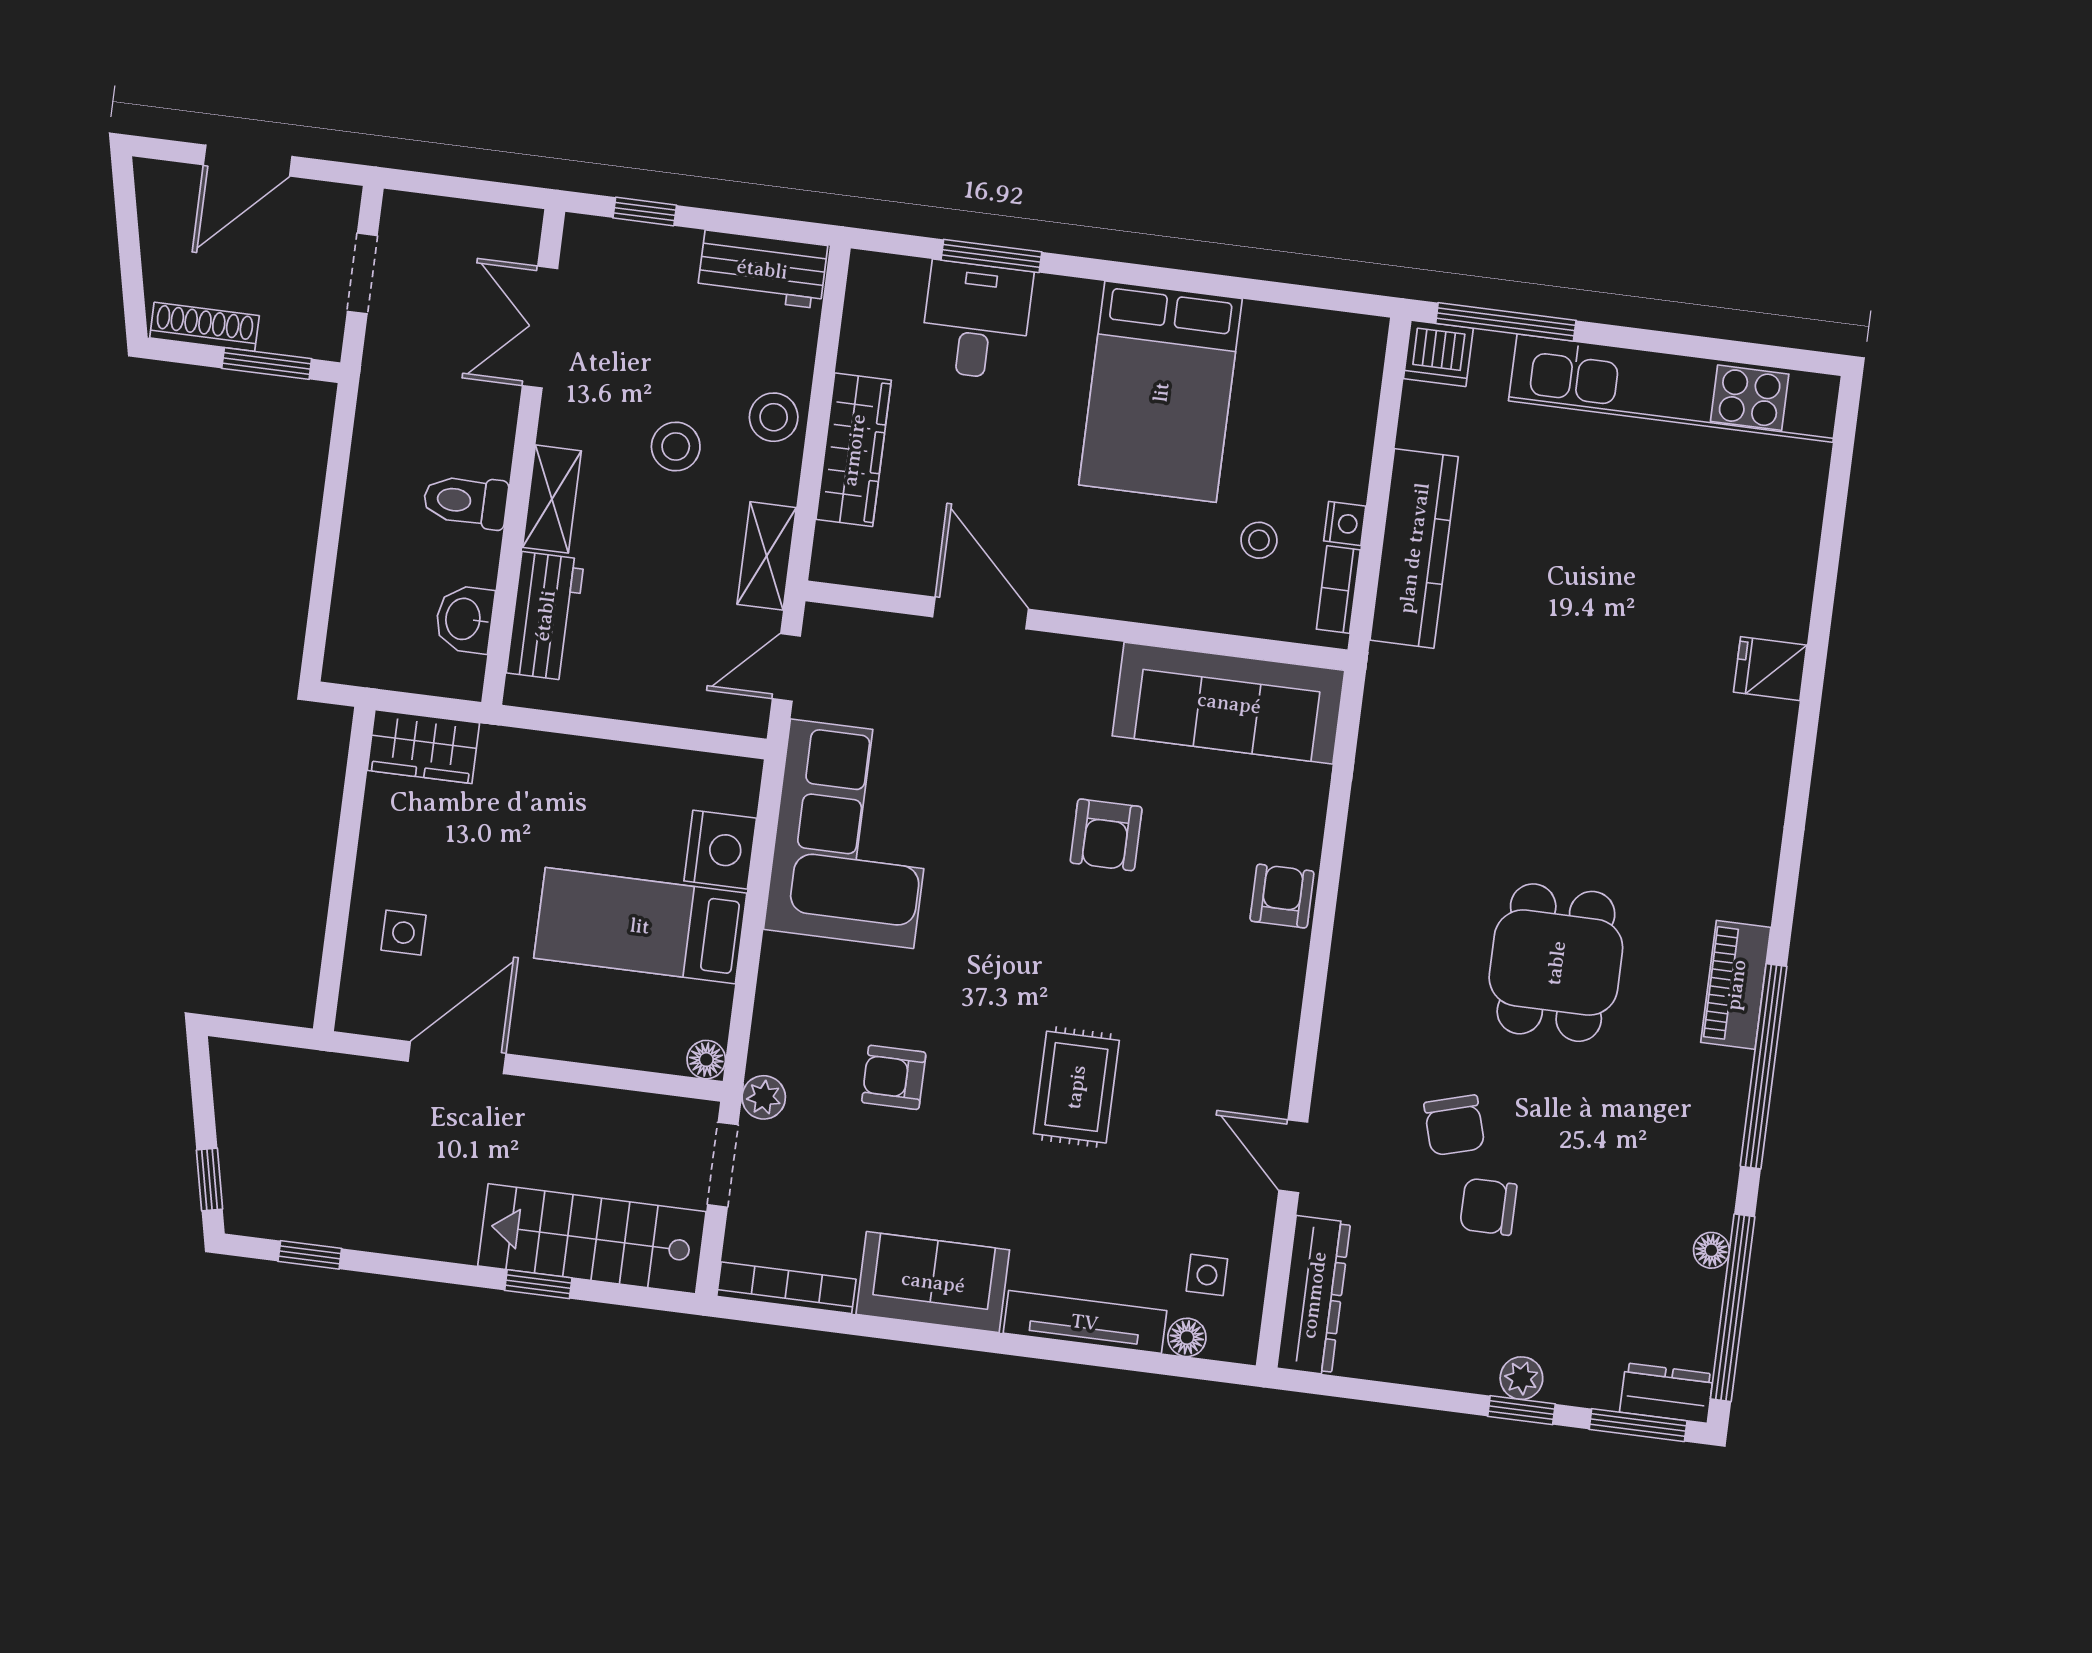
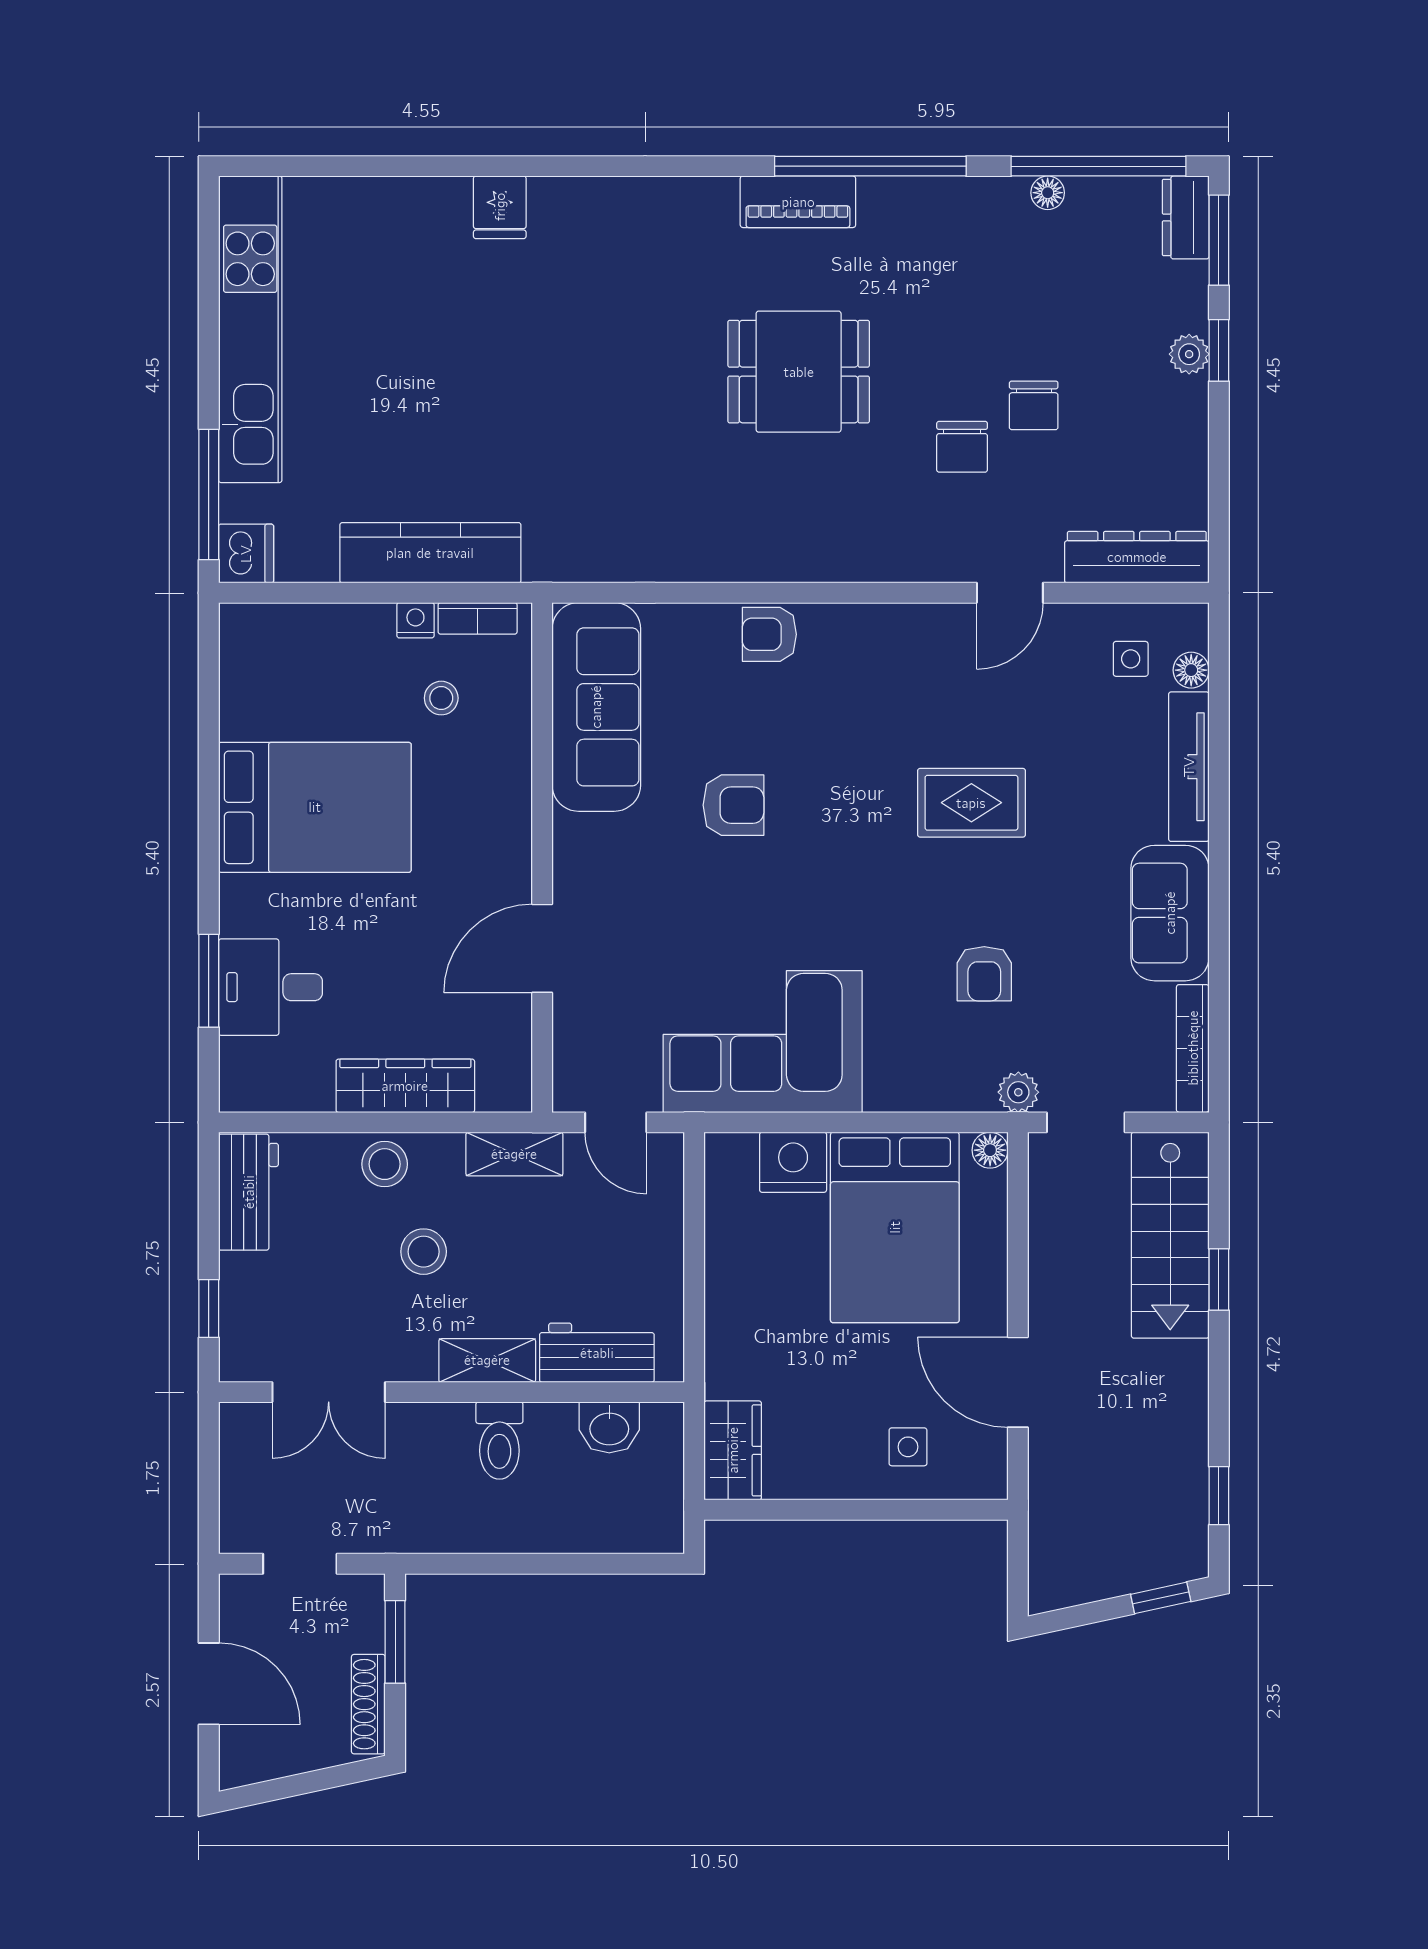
bed: (640, 926) -> (895, 1227), width x1.50
chair: (1454, 1125) -> (962, 447), turned 106

